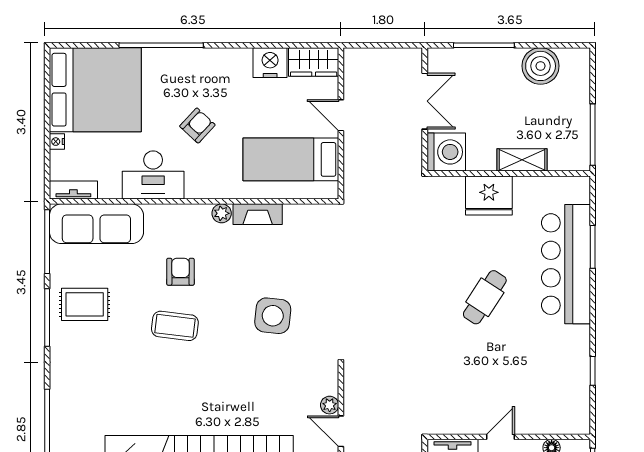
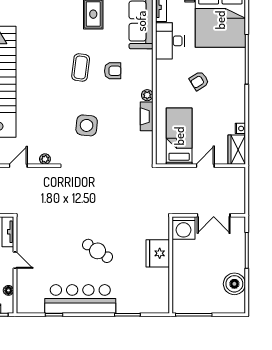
nightstand: (270, 63) -> (240, 128), width x0.53, depth x0.56
armchair: (197, 126) -> (199, 81), turned 105
shelving: (522, 160) -> (179, 273), removed
desk: (153, 175) -> (170, 41), moved
bar counter: (566, 264) -> (80, 299), moved
plant: (330, 405) -> (45, 159), moved

